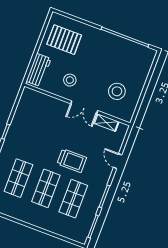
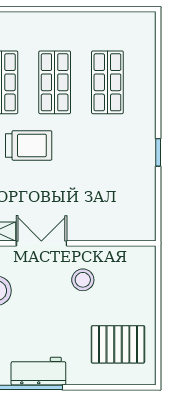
workbench: (39, 70) -> (38, 371), moved, turned 90
trolley: (72, 161) -> (29, 145), turned 180

